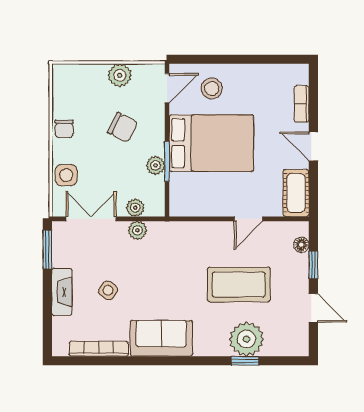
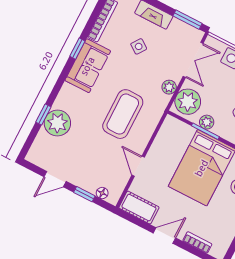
plant: (135, 208) -> (188, 102), width x1.87, depth x1.87
coffee table: (239, 285) -> (123, 114), moved
window: (148, 361) -> (77, 49), added

